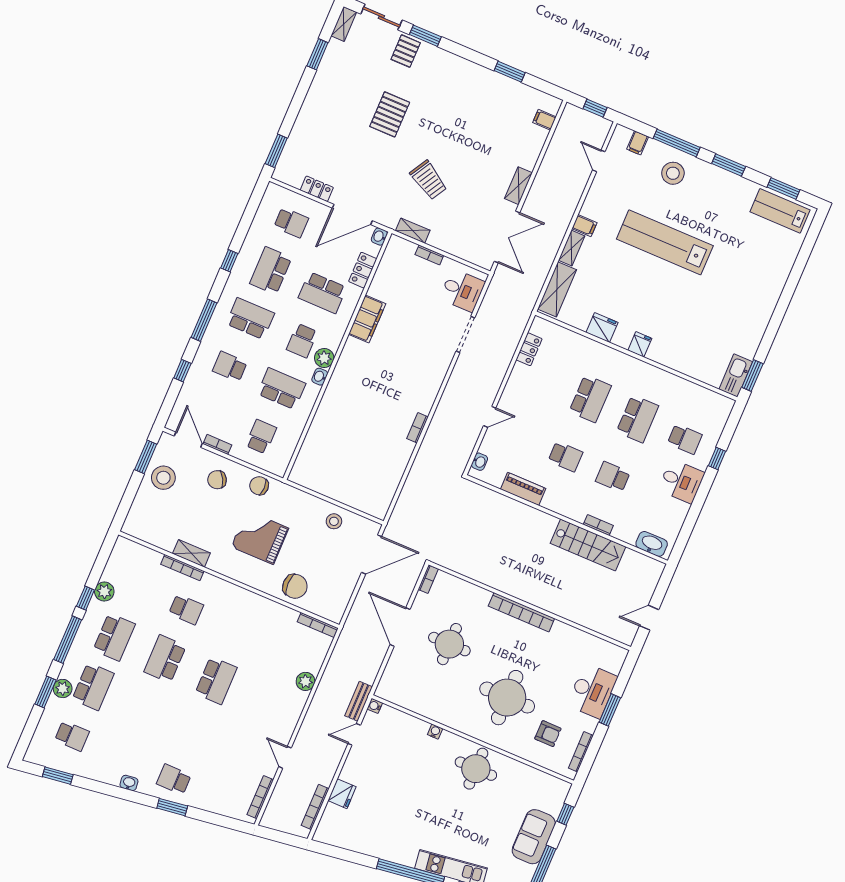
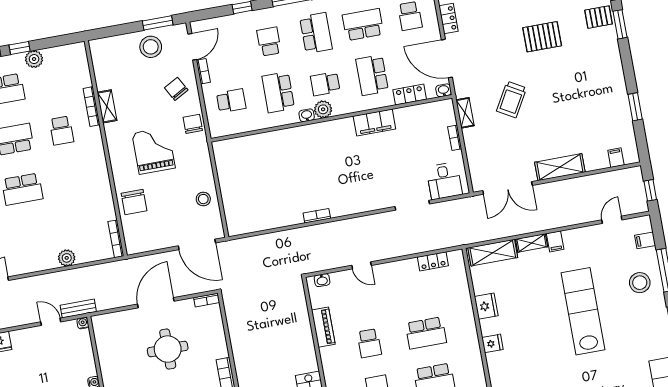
shelving: (518, 186) -> (560, 167), width x1.50, depth x1.33
school desk: (282, 389) -> (278, 92), turned 180

